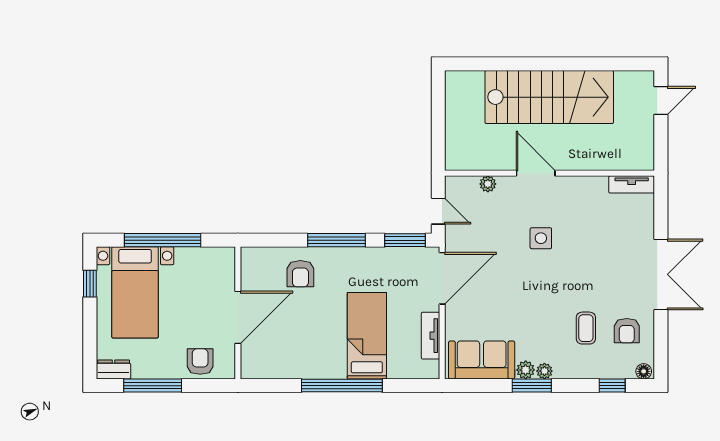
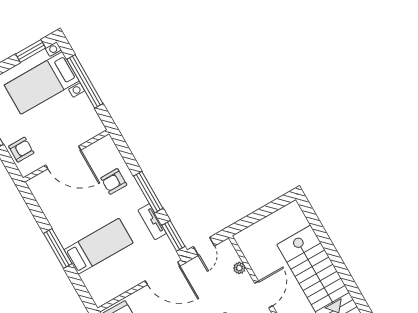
window: (90, 284) -> (31, 51), width x1.50
tv unit: (430, 336) -> (152, 222), moved, turned -90
window: (342, 386) -> (58, 249), width x0.68

